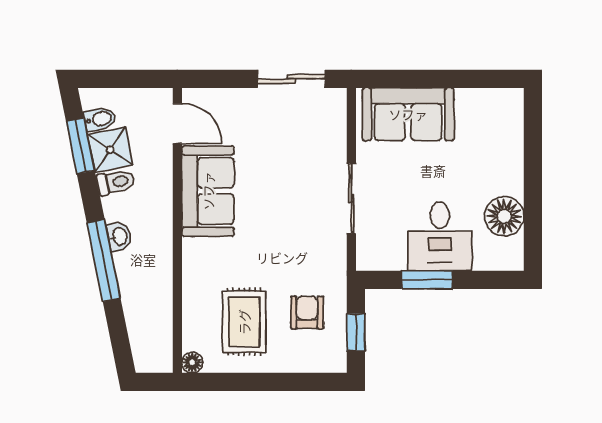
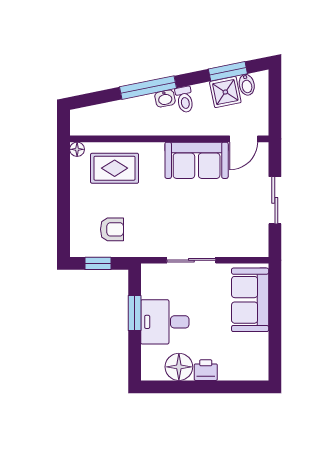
sliding door: (291, 79) -> (275, 200), moved
printer: (509, 178) -> (206, 370), added
toilet: (116, 182) -> (185, 100), moved
rug: (244, 322) -> (115, 168), moved

